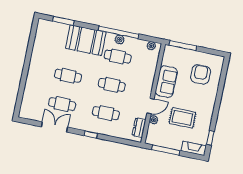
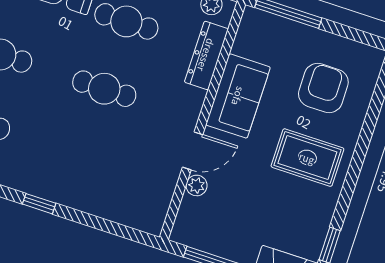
cafe table: (106, 113) -> (82, 156), removed
rug: (182, 118) -> (307, 158), moved
dresser: (139, 128) -> (206, 55), moved, width x1.44

